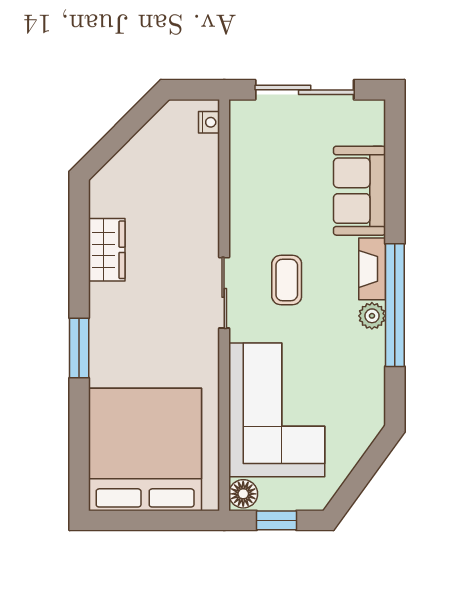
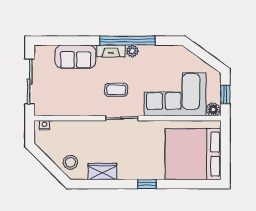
stool: (127, 179) -> (70, 162), added
window: (79, 348) -> (147, 184), width x0.67

